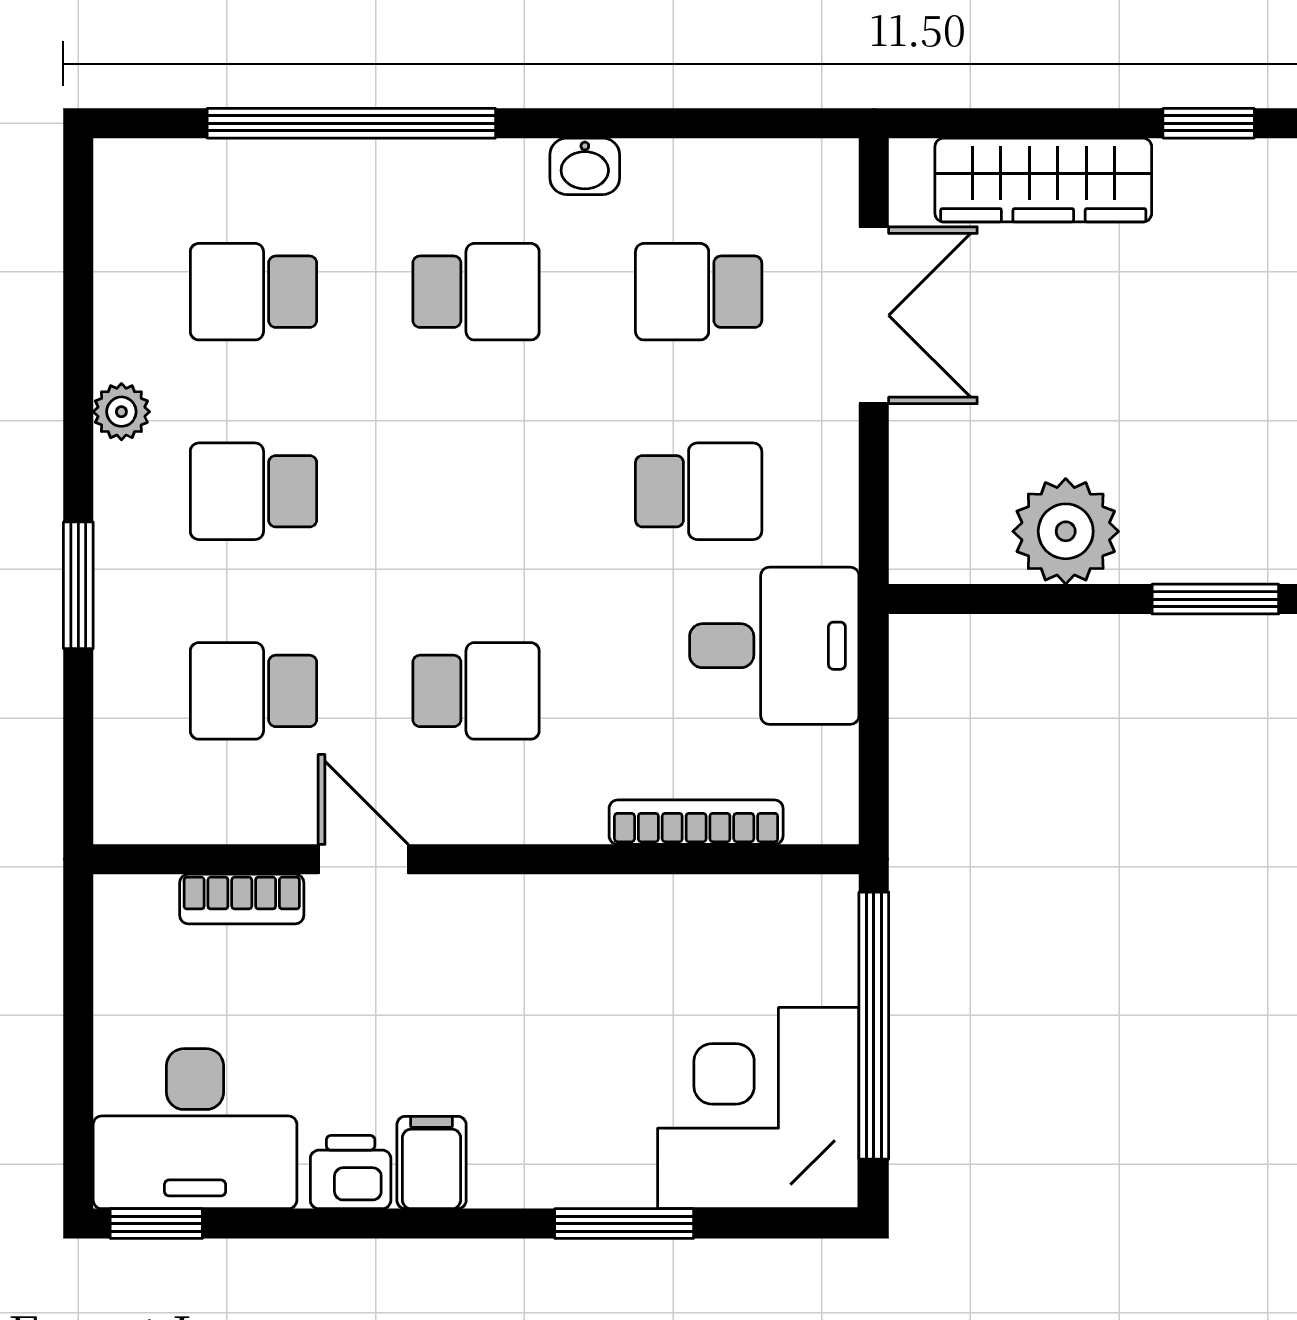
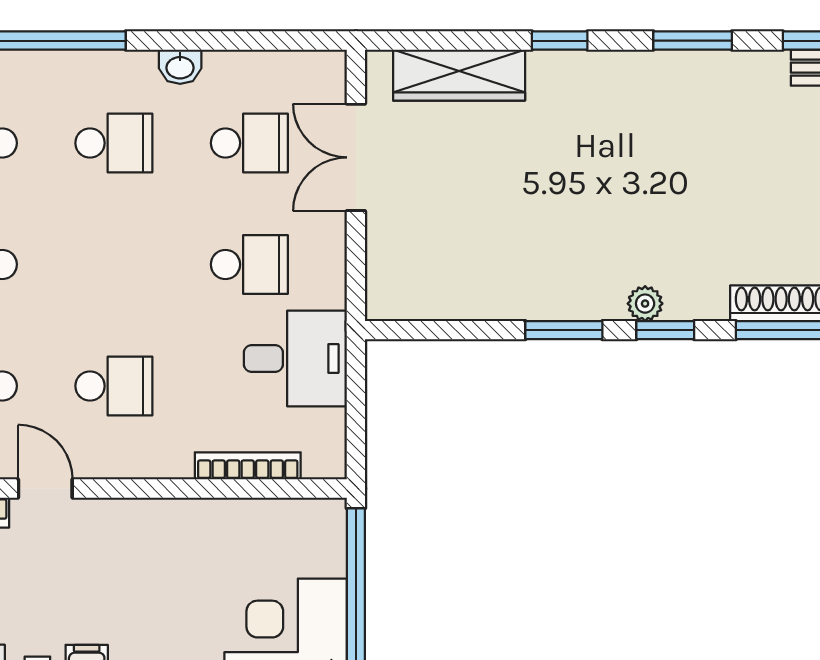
school desk: (699, 292) -> (249, 143), turned 180
double door: (874, 315) -> (356, 157), swing flipped
plant: (1066, 531) -> (473, 289), removed

